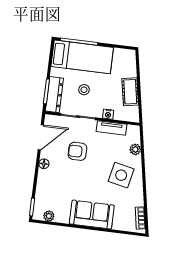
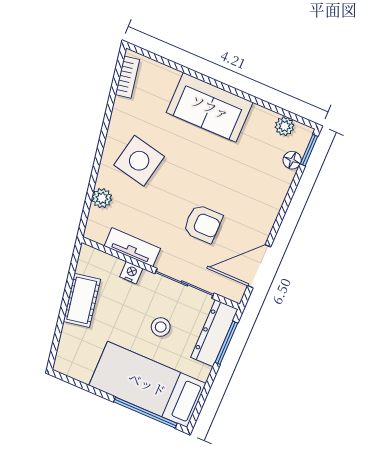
floor lamp: (44, 164) -> (292, 160), moved

